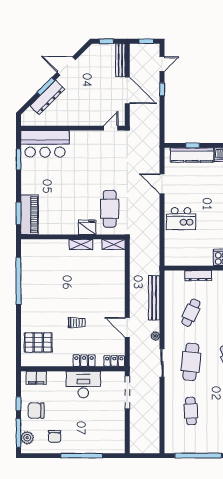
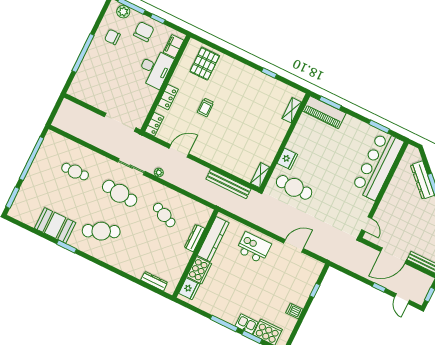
bar counter: (45, 144) -> (378, 165), width x1.36
kitchen counter: (192, 155) -> (213, 239), moved, turned 180
kitchen island: (181, 219) -> (254, 248), turned 90
shelving: (81, 244) -> (292, 110), moved
window: (19, 281) -> (269, 73), width x0.32
bench: (154, 298) -> (228, 184), moved
desk: (83, 385) -> (155, 69), moved

